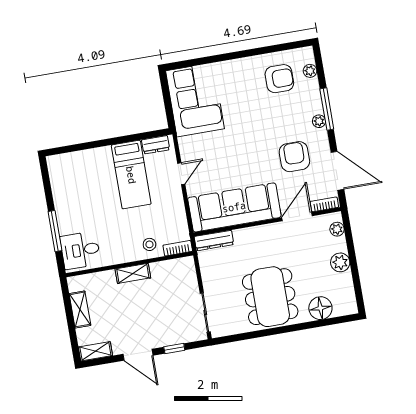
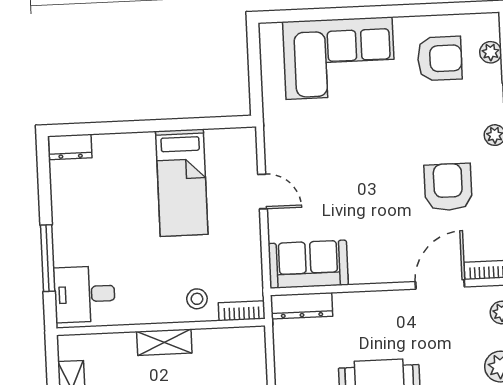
corner sofa: (195, 100) -> (339, 58), moved, turned 90
dresser: (156, 145) -> (70, 147), moved
door: (181, 174) -> (262, 191), hinge flipped
sofa: (234, 207) -> (308, 264), width x0.54, depth x0.79

